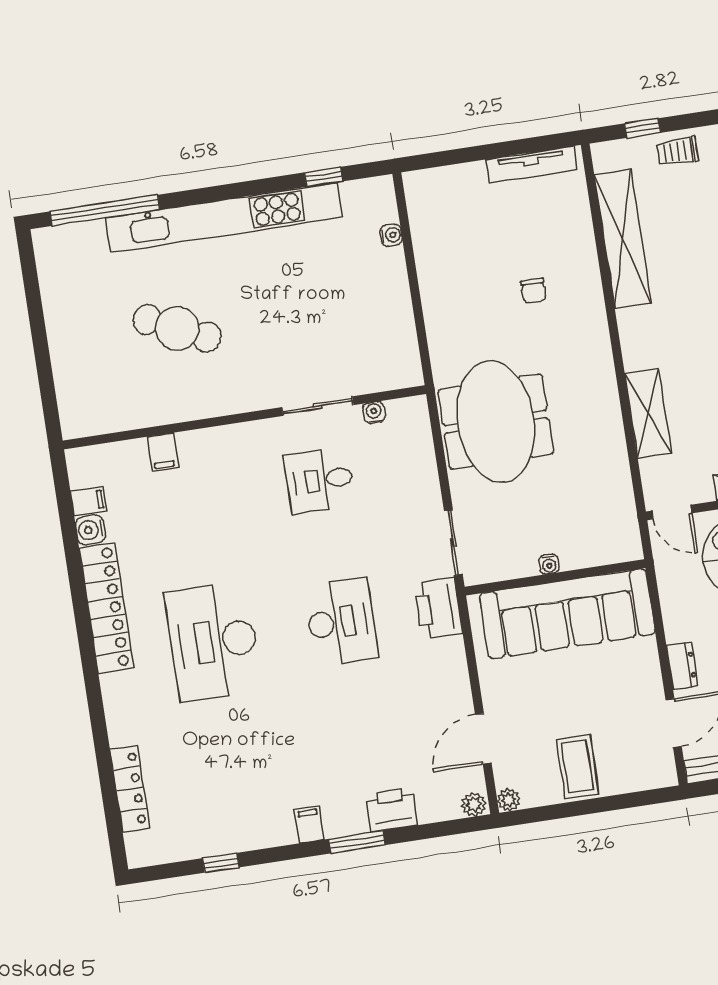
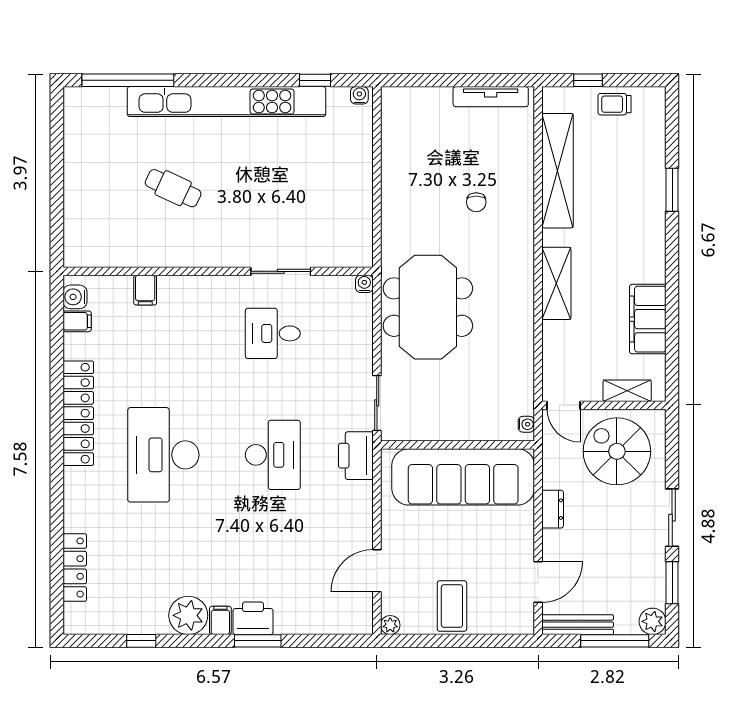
water cooler: (391, 235) -> (359, 95), moved, turned -90
cafe table: (177, 328) -> (173, 188), width x0.73, depth x0.74
water cooler: (374, 412) -> (364, 284), moved
shelving: (648, 413) -> (556, 283), moved
water cooler: (90, 530) -> (75, 297), moved
water cooler: (549, 564) -> (526, 424), moved, turned -90
dresser: (682, 666) -> (553, 509), moved
plant: (474, 804) -> (188, 615), moved, width x1.88, depth x1.88
printer: (392, 810) -> (253, 618), moved

